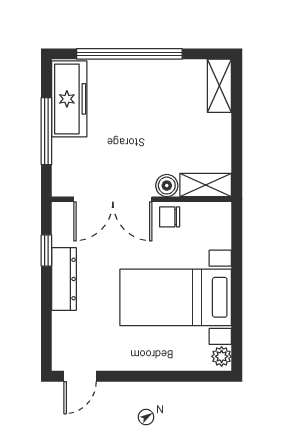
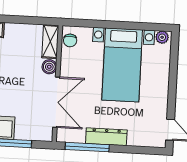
chair: (170, 217) -> (70, 40), moved
window: (46, 250) -> (87, 147), width x2.17

